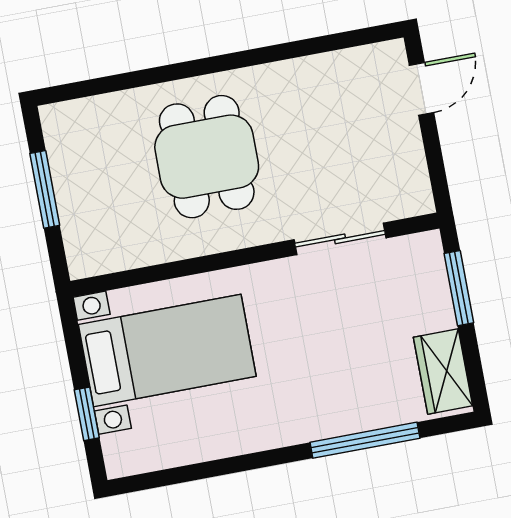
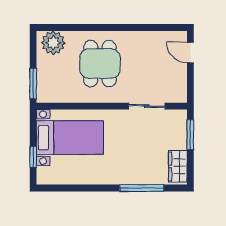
door: (422, 89) -> (190, 53), swing flipped
plant: (84, 127) -> (53, 43), added
window: (45, 189) -> (33, 83), moved

